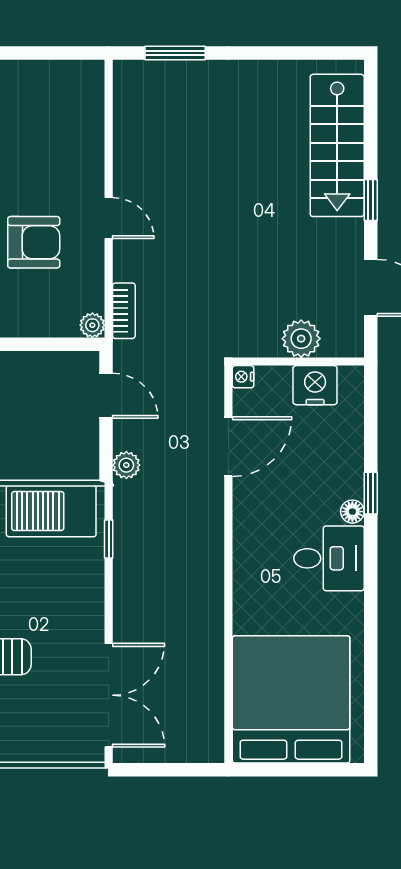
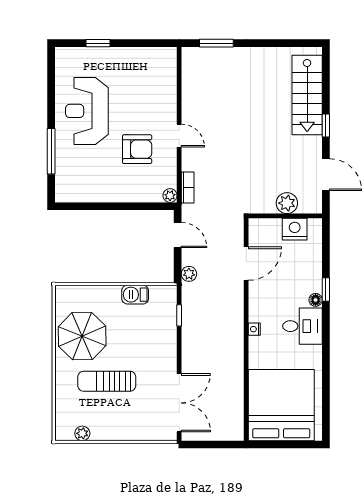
nightstand: (243, 377) -> (254, 329), moved
barbecue: (51, 511) -> (135, 295), width x0.53, depth x0.65

